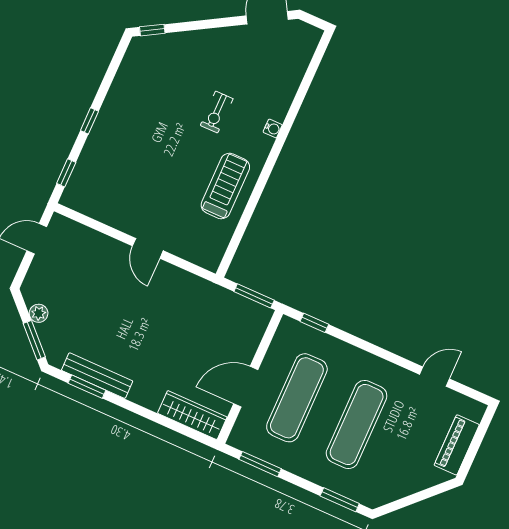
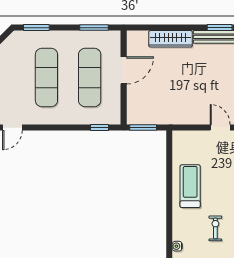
water cooler: (273, 128) -> (177, 246), moved
treadmill: (225, 186) -> (190, 186), turned 180
wardrobe: (192, 415) -> (171, 39), moved

